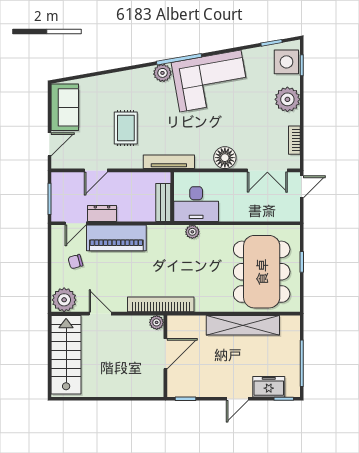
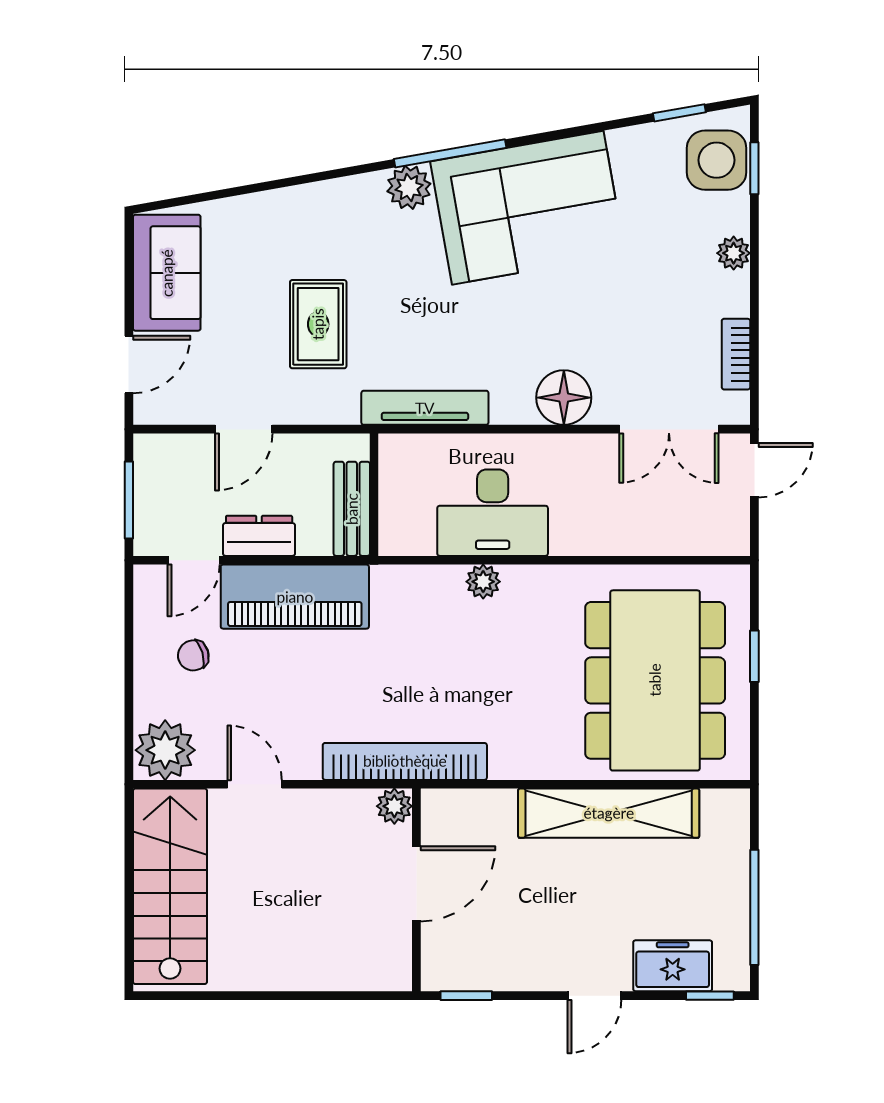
plant: (287, 99) -> (734, 253), width x0.53, depth x0.53
wall: (172, 197) -> (374, 495), moved
bench: (163, 202) -> (352, 509), moved

